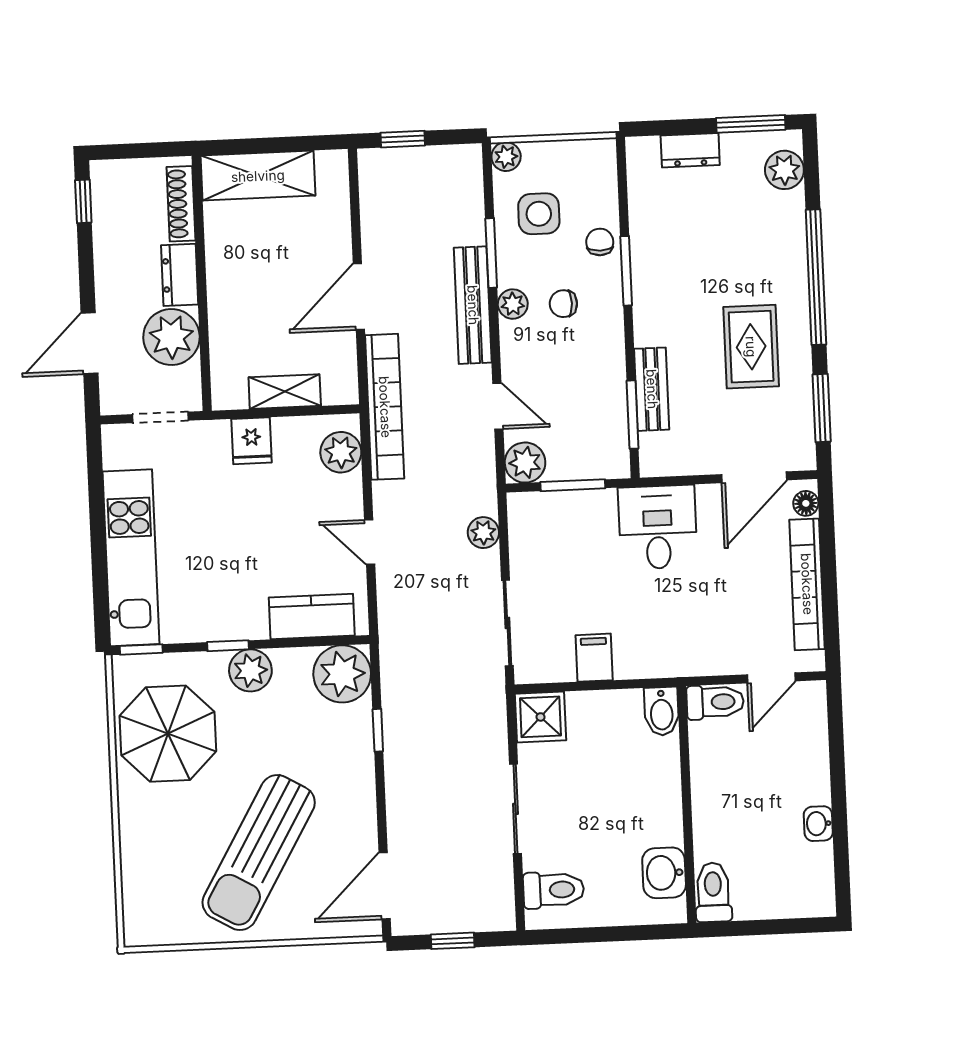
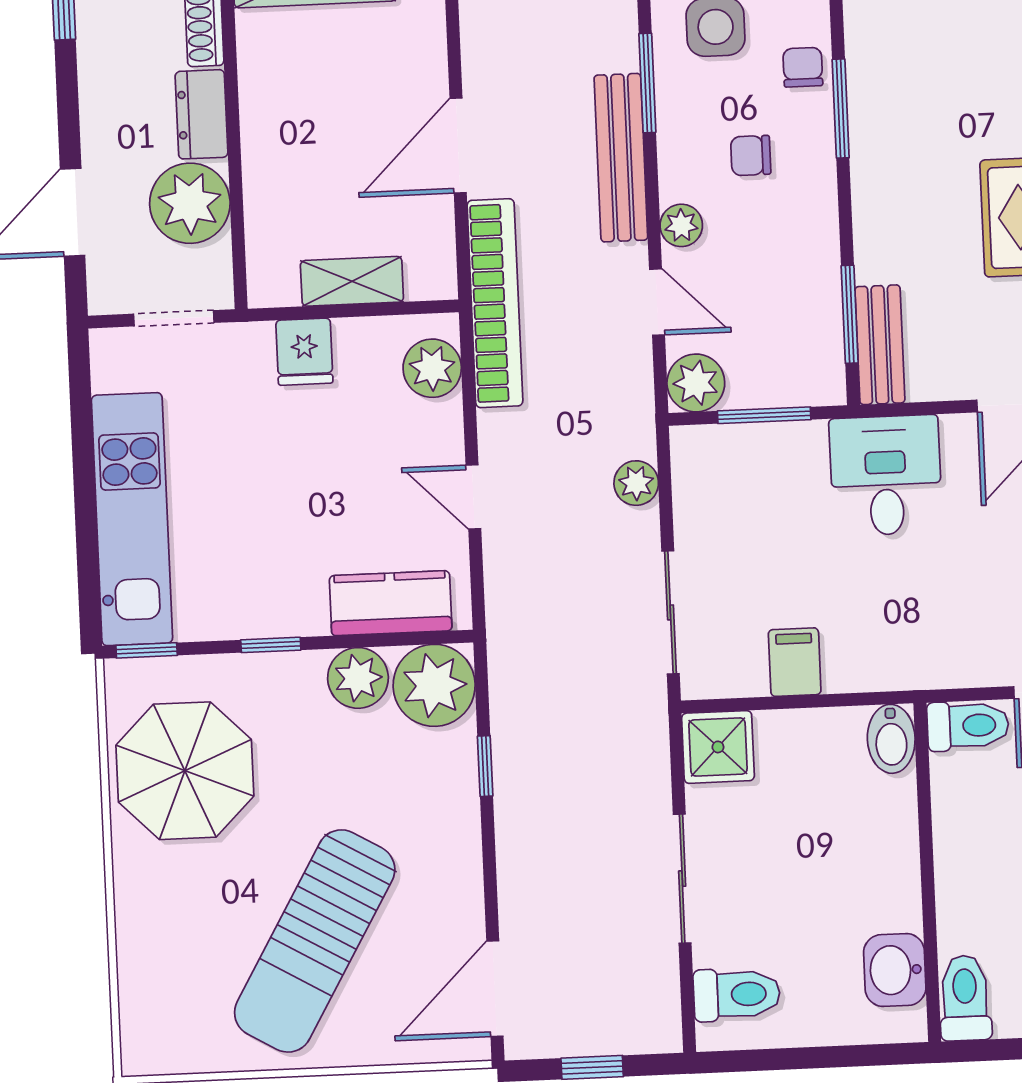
plant: (513, 304) -> (681, 225), moved
bench: (652, 389) -> (880, 345), moved
plant: (250, 670) -> (358, 678), moved

